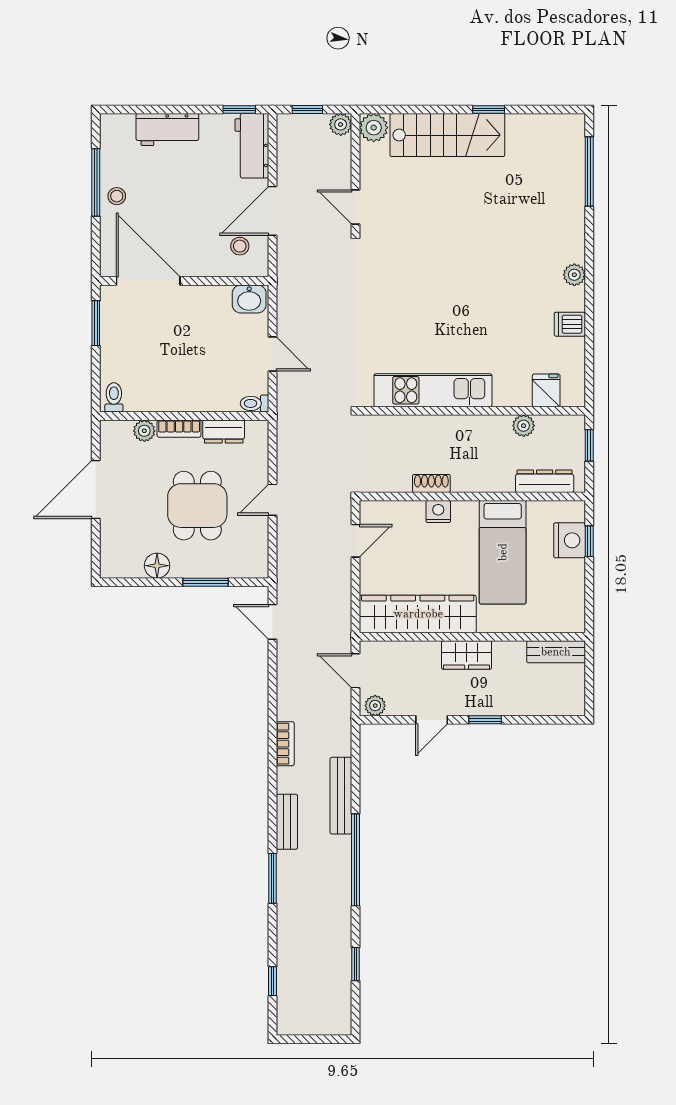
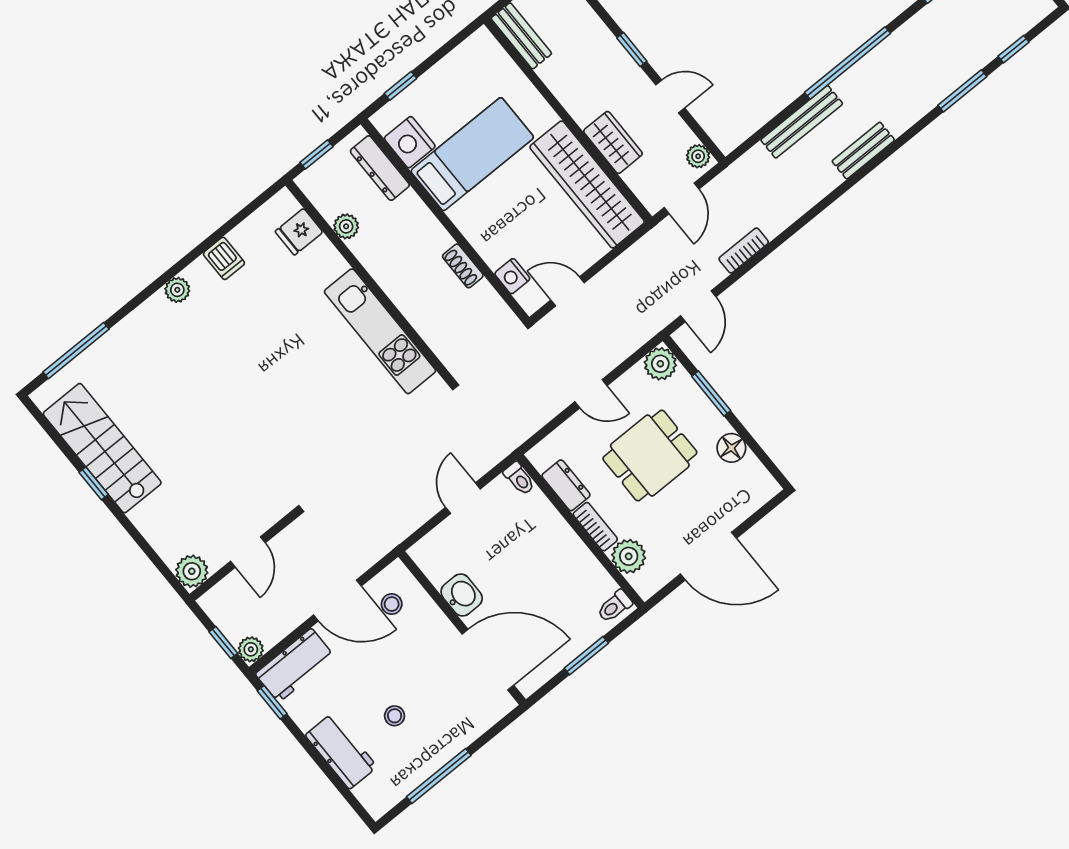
plant: (341, 124) -> (251, 649), moved
stairs: (447, 135) -> (102, 448), moved
stool: (117, 196) -> (395, 716), moved
door: (356, 207) -> (248, 552), moved
door: (148, 281) -> (488, 660), swing flipped
washbasin: (249, 299) -> (462, 595), moved
window: (96, 323) -> (586, 656), moved
plant: (144, 431) -> (629, 556), width x1.38, depth x1.38
nightstand: (438, 512) -> (512, 276), moved
nightstand: (570, 540) -> (410, 142), moved, turned -90
plant: (254, 564) -> (660, 364), added
wardrobe: (467, 655) -> (613, 142), moved
bookcase: (285, 744) -> (744, 251), moved
window: (272, 878) -> (962, 91), moved

